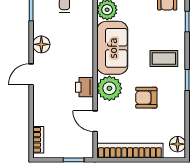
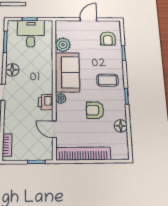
plant: (109, 88) -> (61, 98), width x0.53, depth x0.53
floor lamp: (178, 144) -> (121, 126), moved

